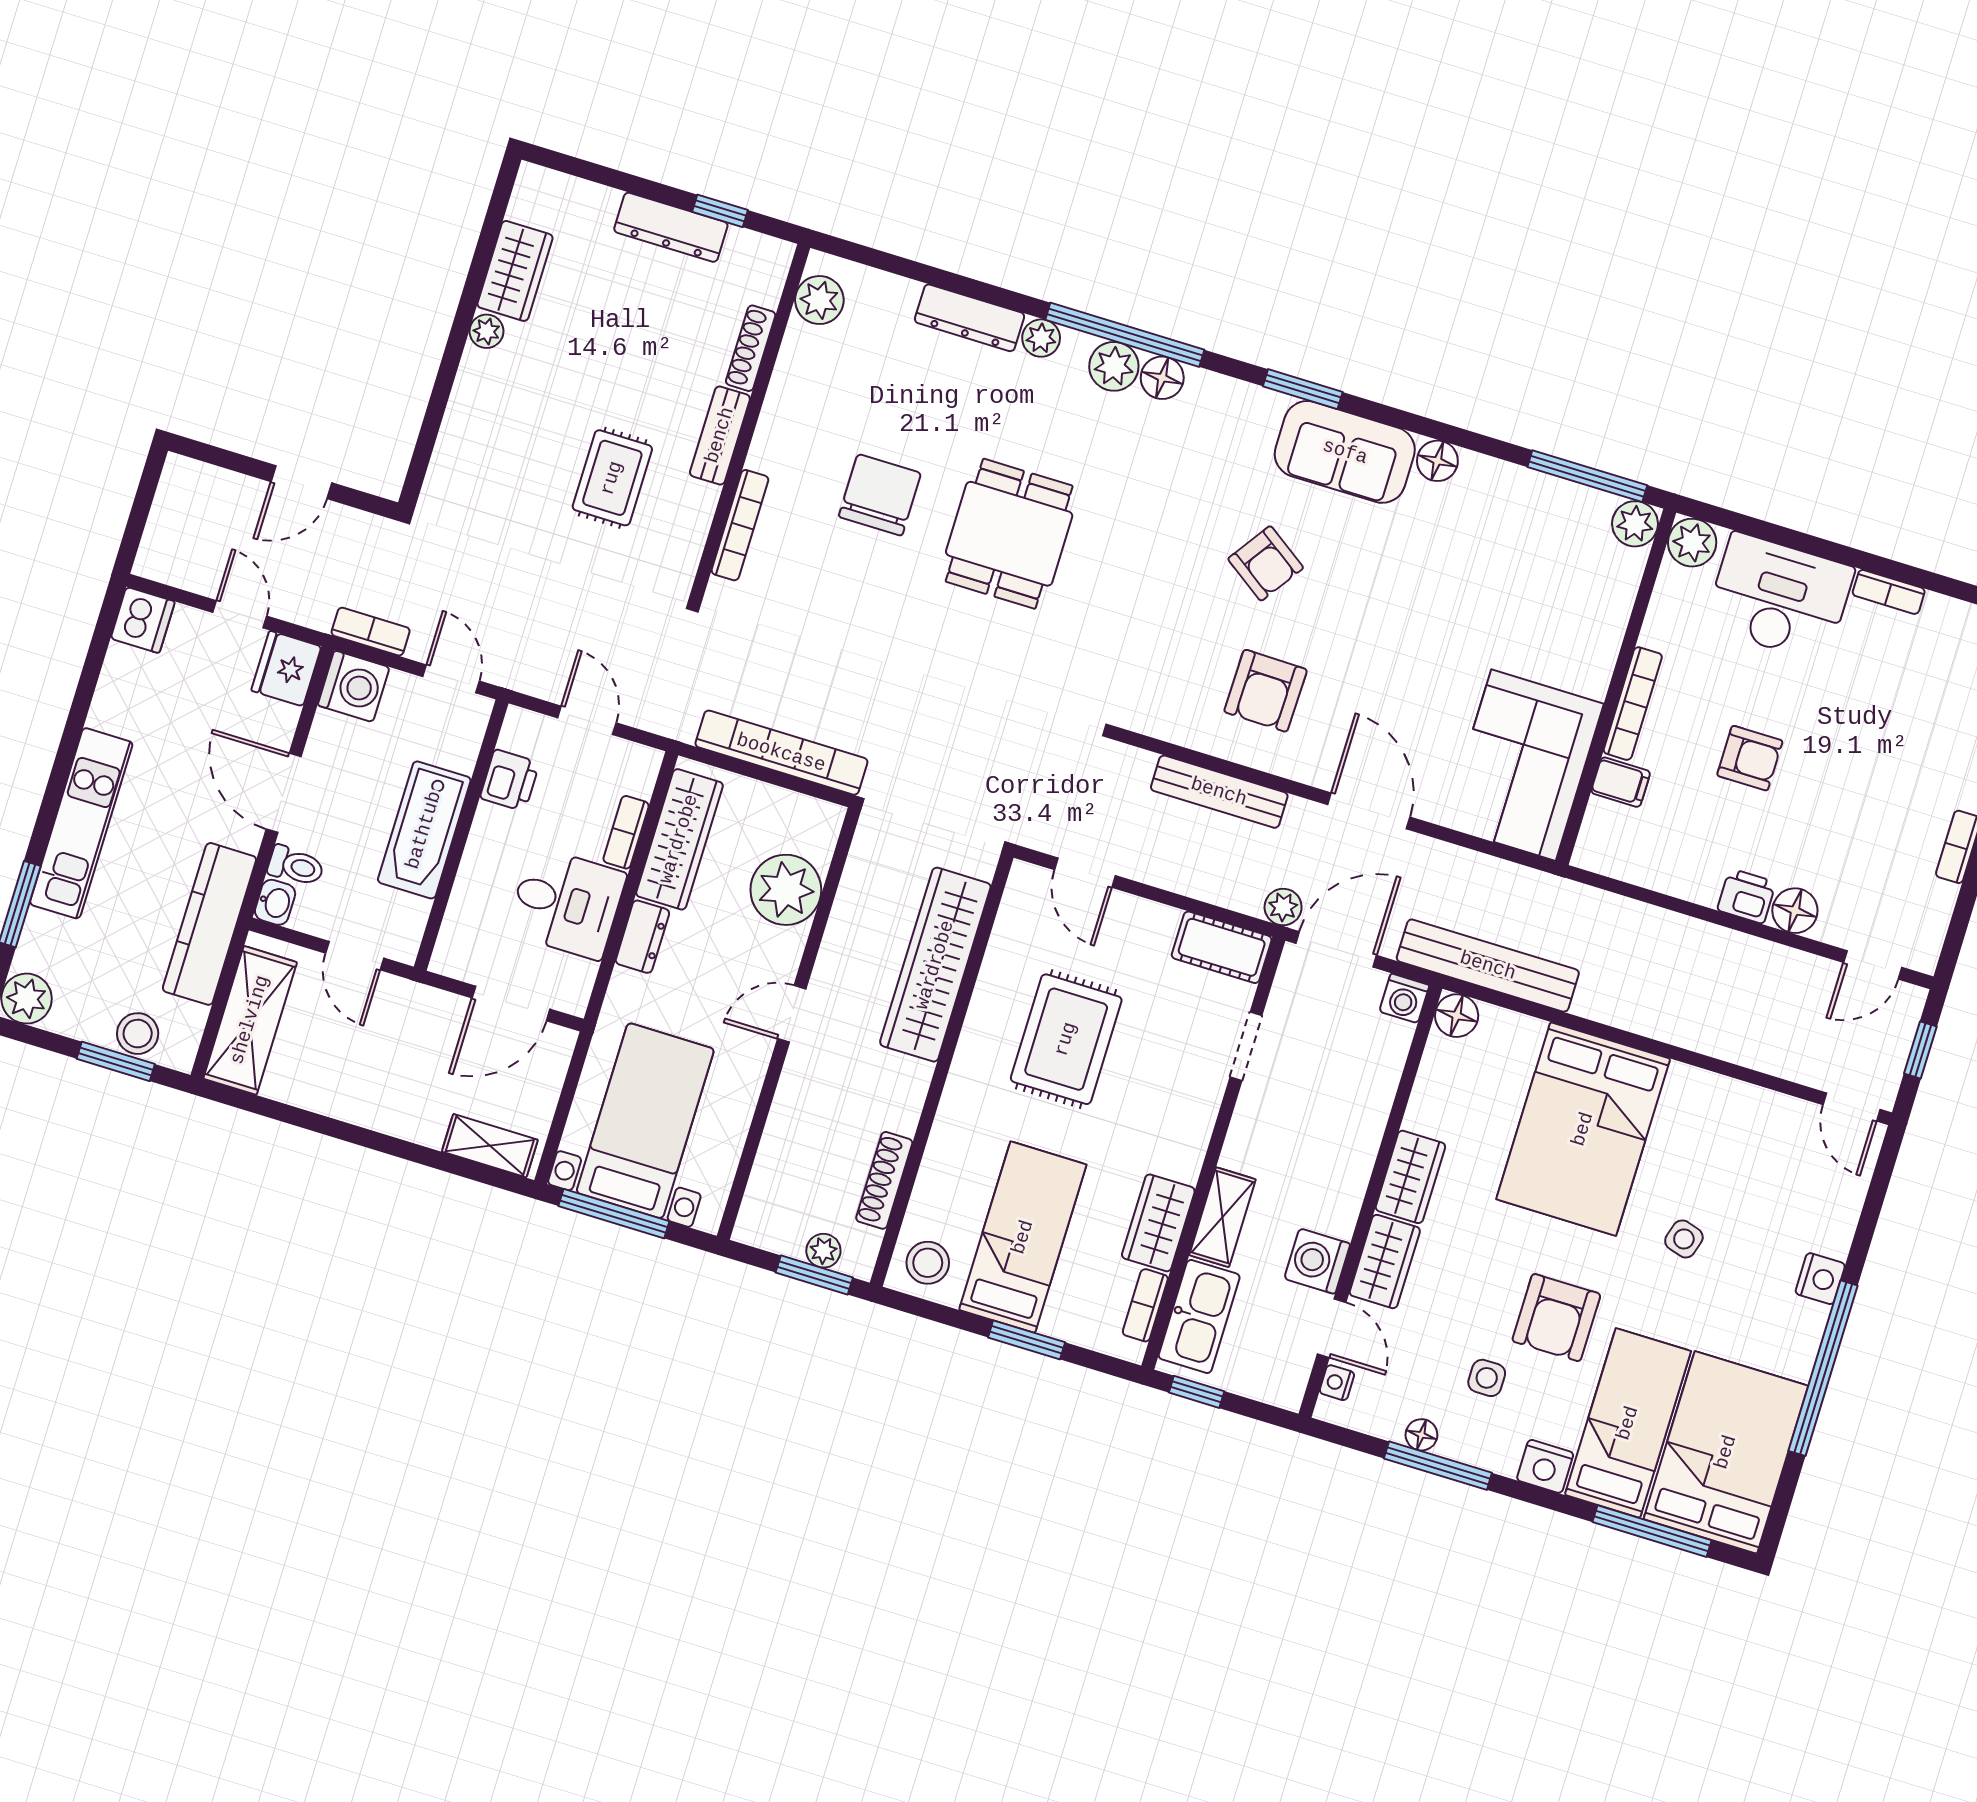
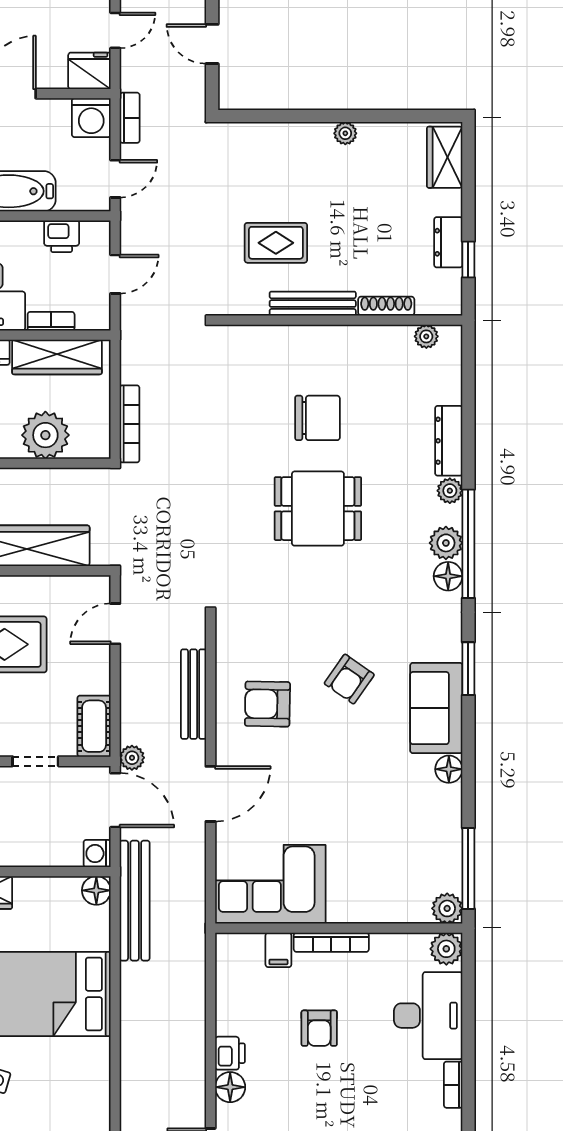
dresser: (671, 227) -> (448, 242), width x0.70
wardrobe: (515, 271) -> (445, 157), moved, turned 90
plant: (819, 300) -> (426, 336), width x0.73, depth x0.73
bench: (720, 435) -> (313, 304), width x1.36
bookcase: (740, 525) -> (271, 334), removed
bookcase: (781, 753) -> (130, 424), width x0.68, depth x0.76

